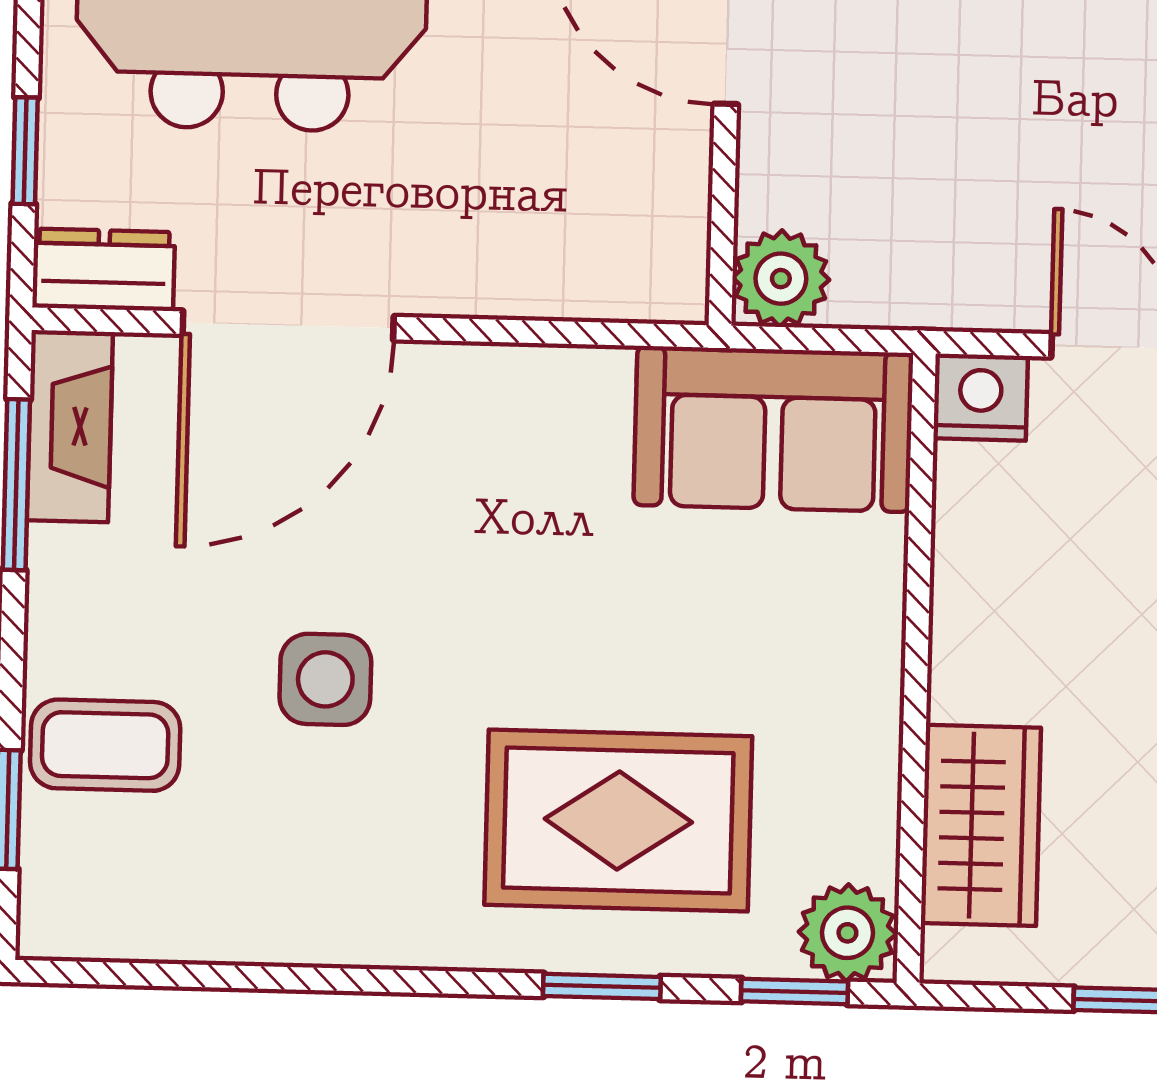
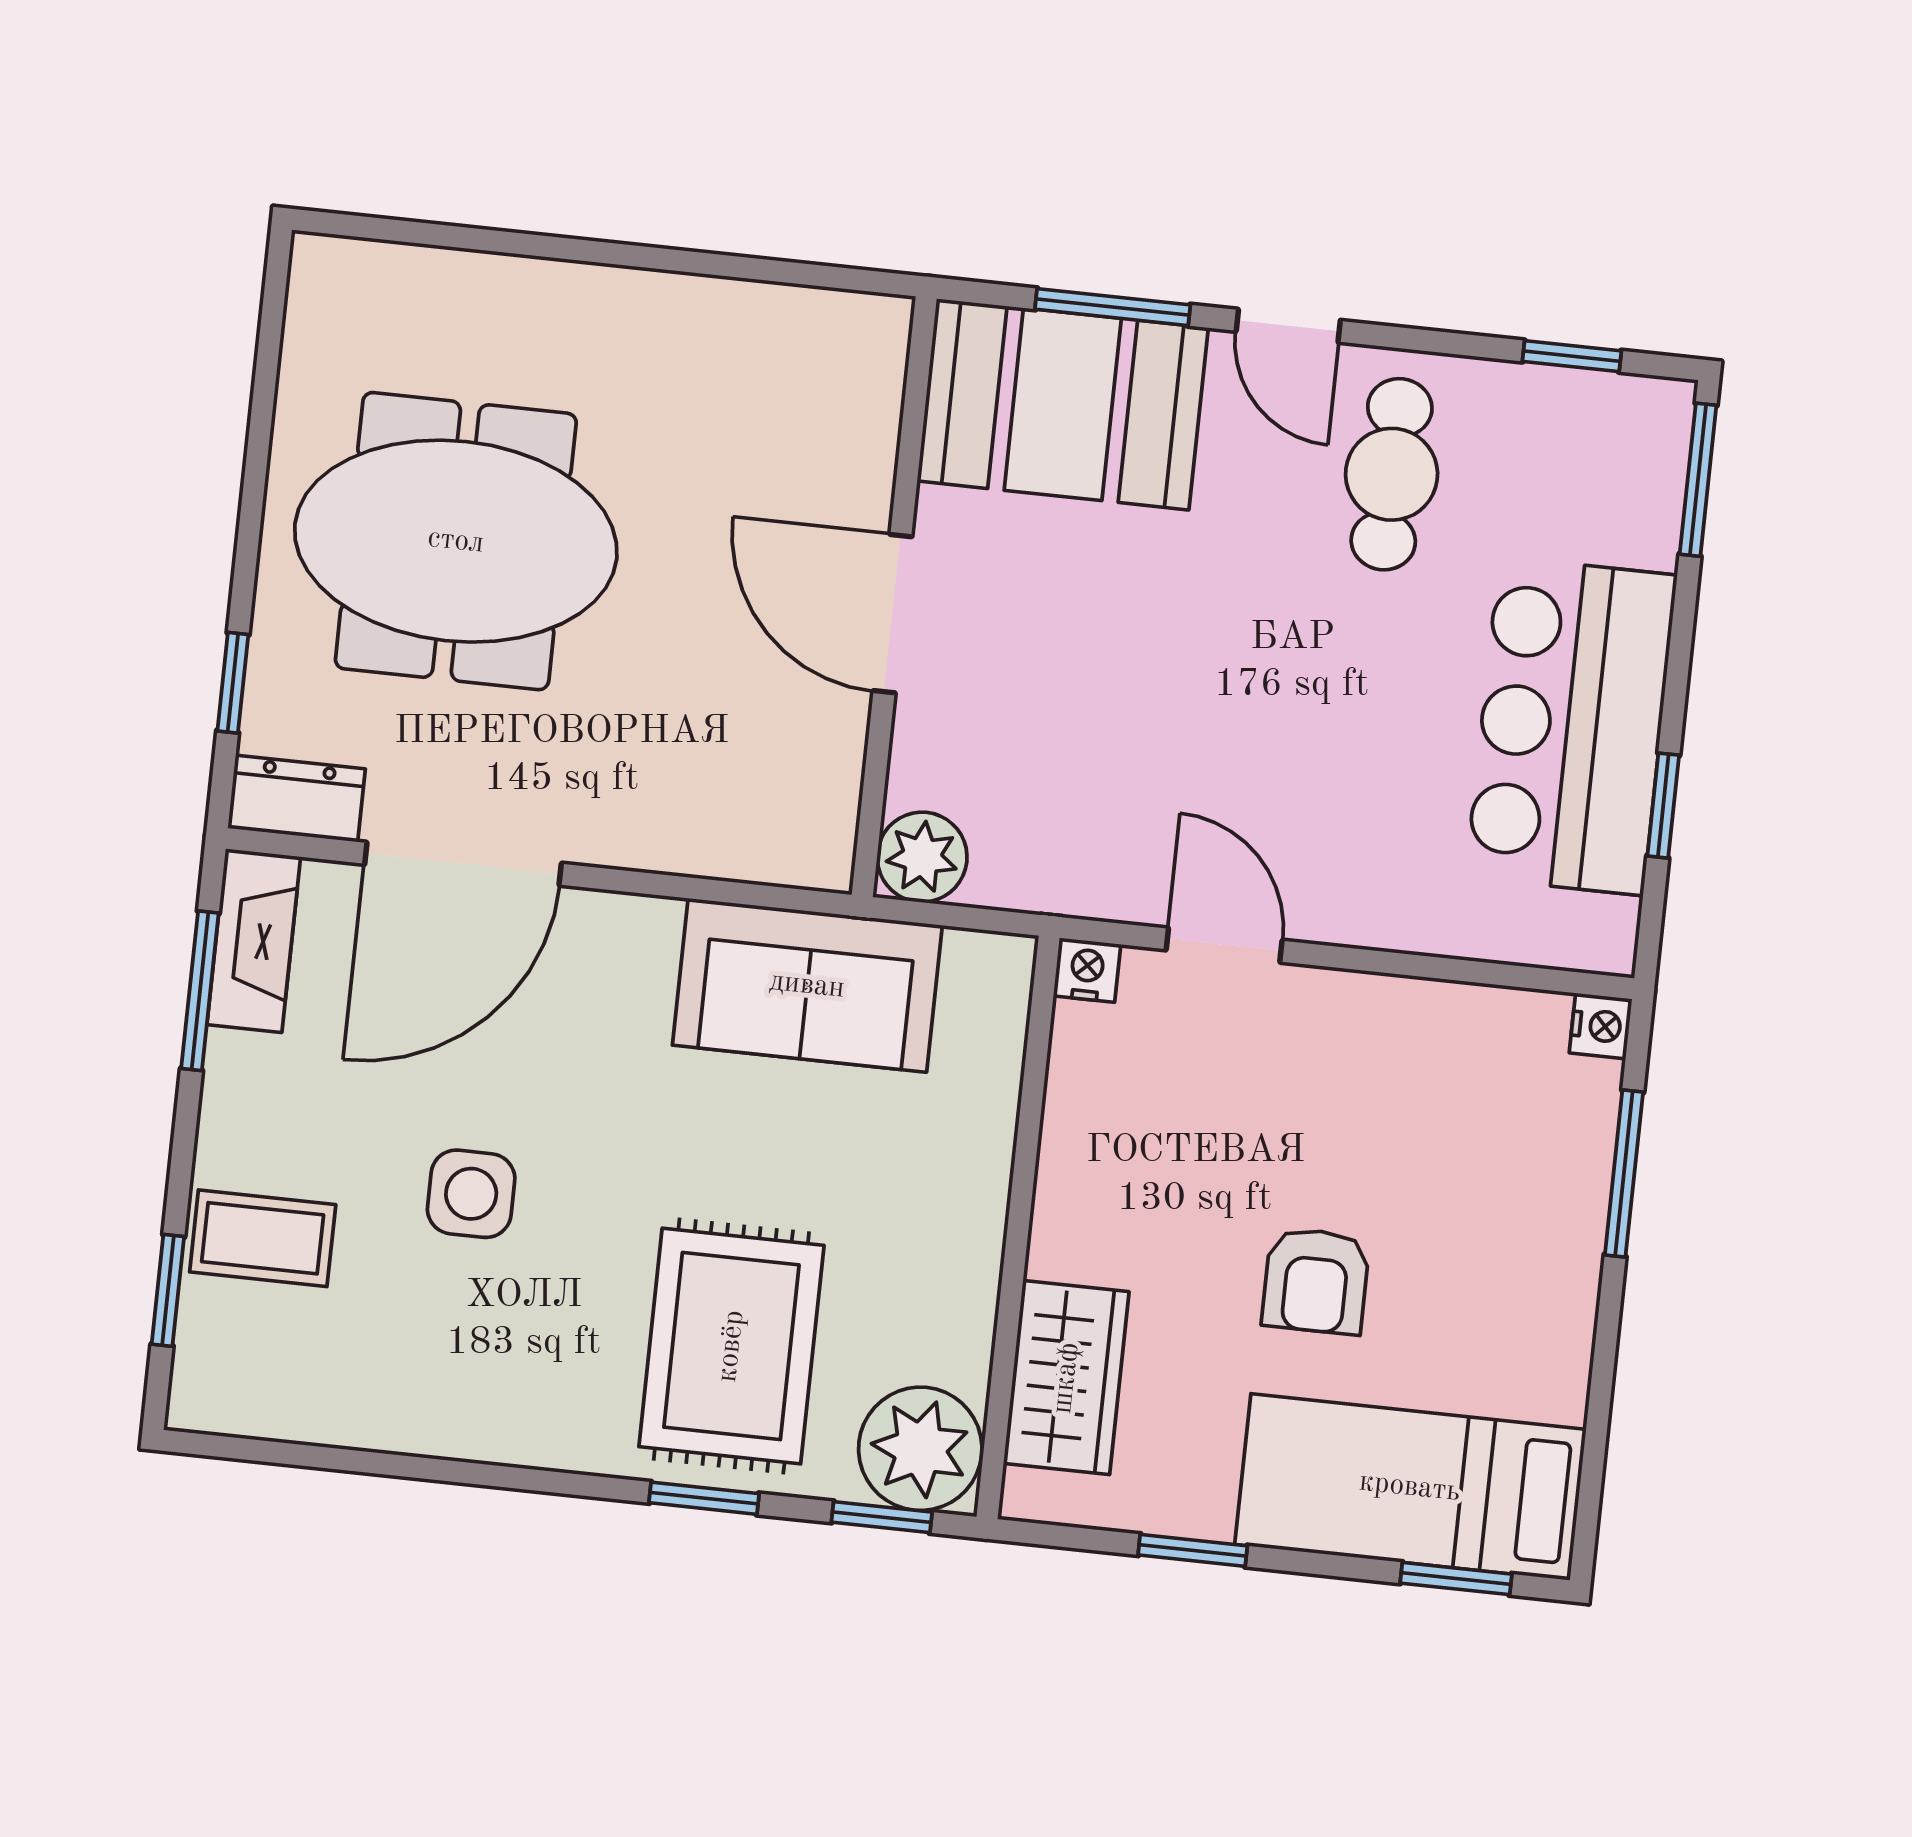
nightstand: (981, 397) -> (1087, 970), width x0.72, depth x0.74
sofa: (773, 429) -> (807, 985), moved
rug: (618, 820) -> (731, 1346), turned 90
plant: (847, 933) -> (920, 1449), width x1.36, depth x1.36

